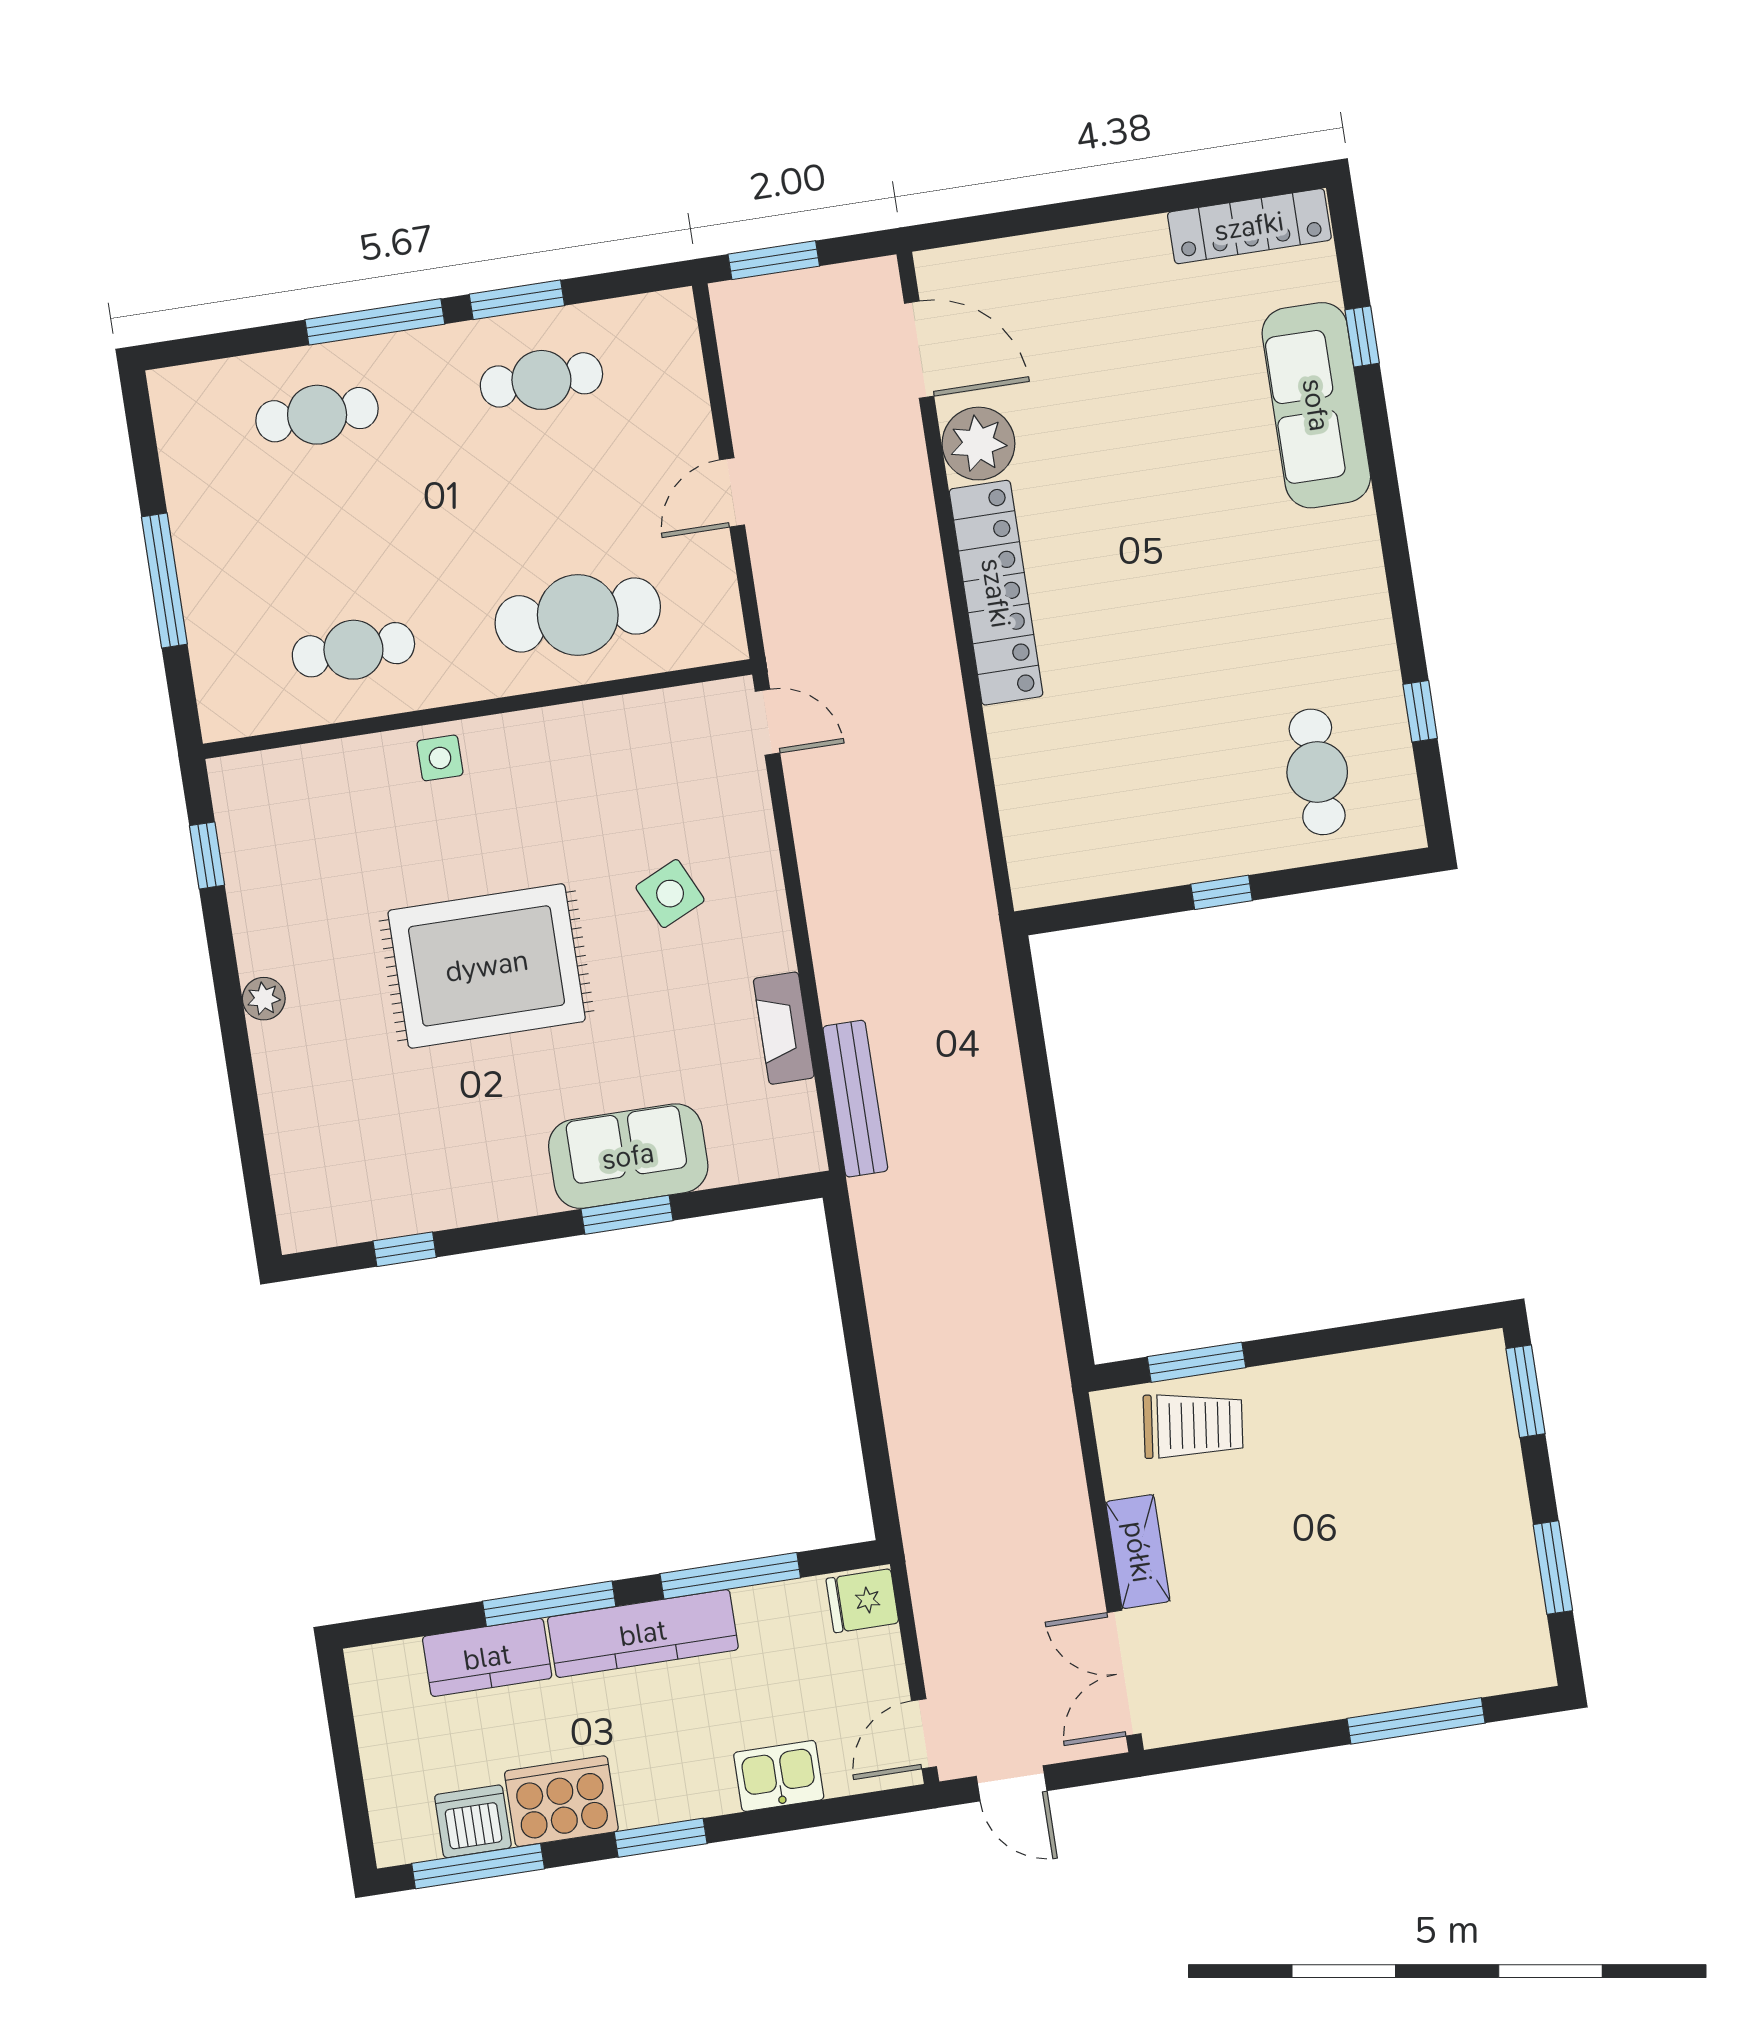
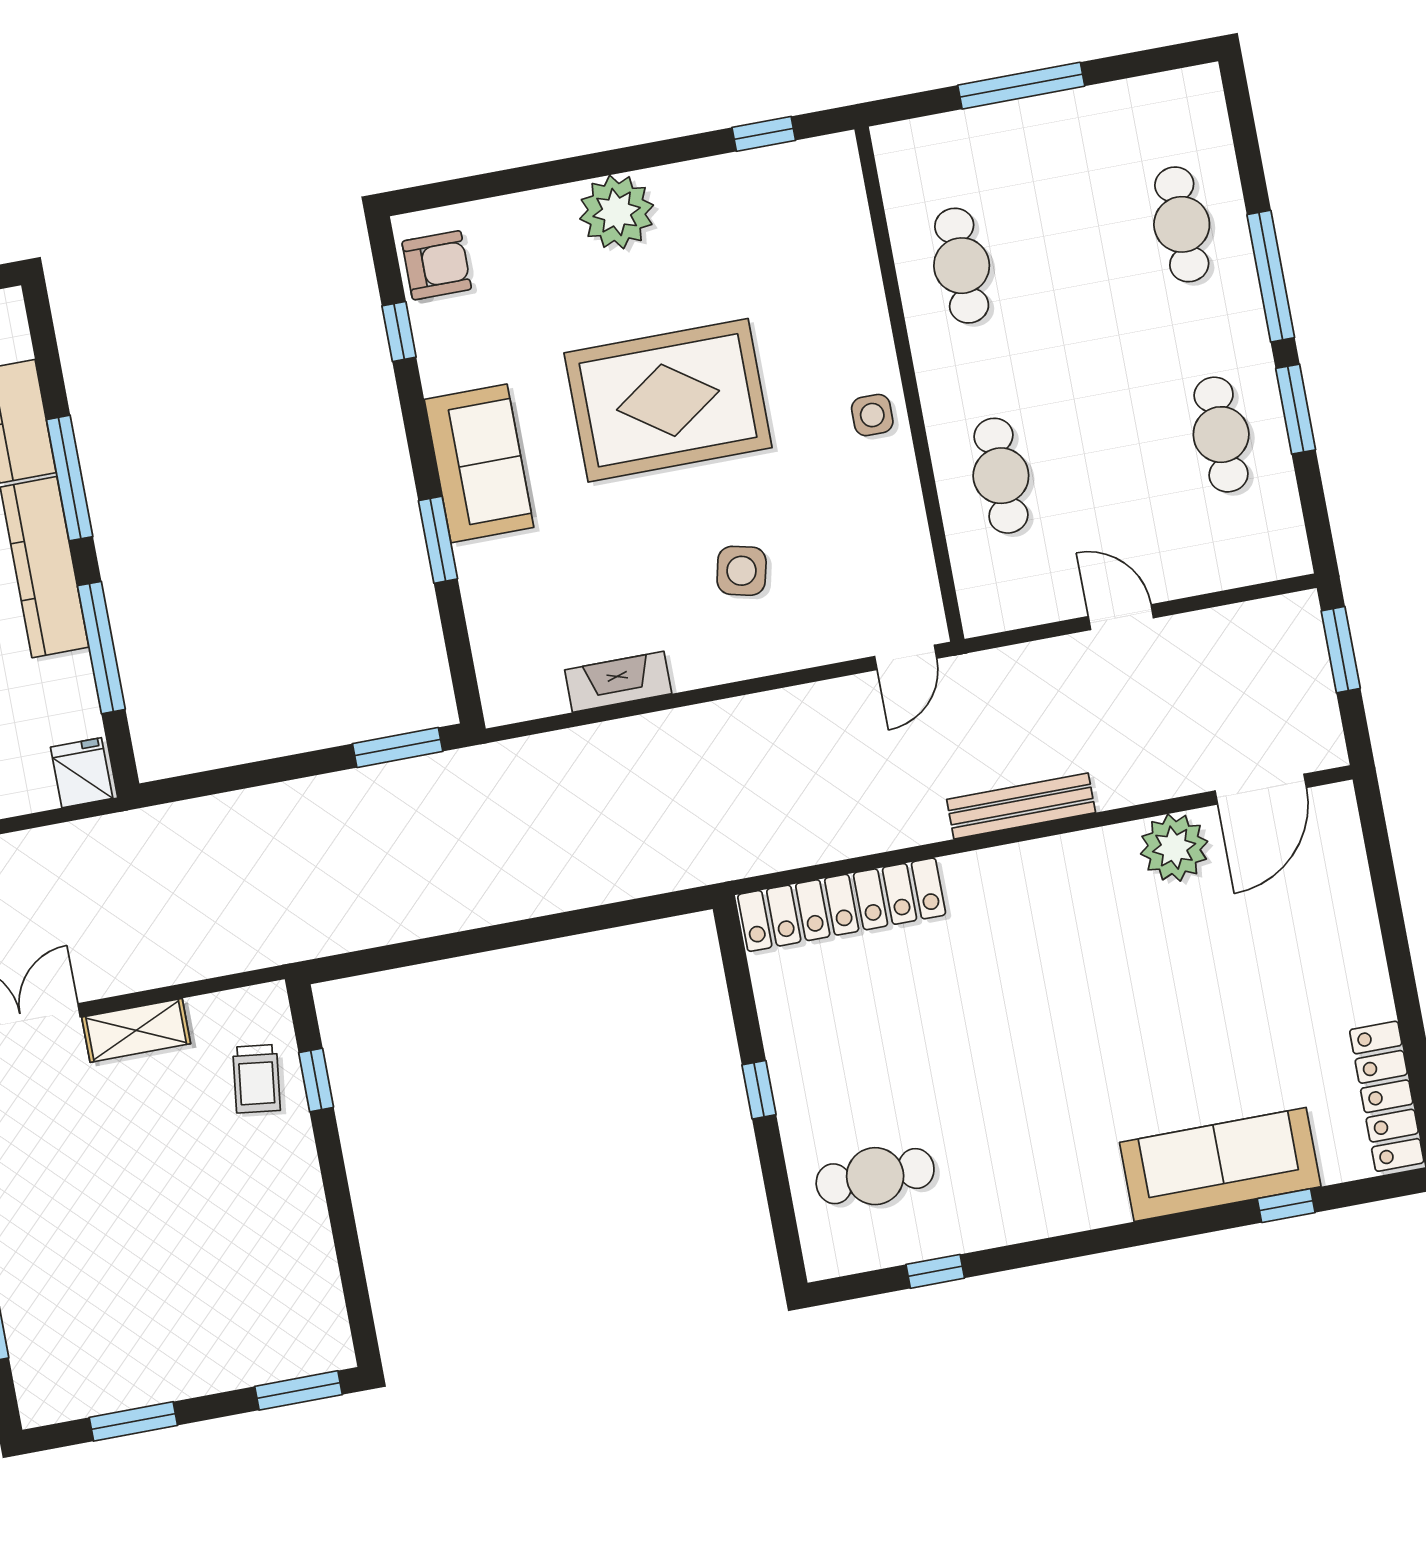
locker: (996, 593) -> (842, 905), moved
cafe table: (578, 615) -> (1001, 476), width x0.73, depth x0.74
side table: (440, 758) -> (872, 415), moved
side table: (670, 894) -> (742, 571), turned 38
rug: (487, 966) -> (668, 400), turned 90
plant: (264, 999) -> (617, 212), width x1.87, depth x1.87
bench: (855, 1099) -> (1021, 806), moved
sofa: (628, 1156) -> (479, 463), moved
armchair: (336, 1207) -> (437, 265), added
window: (846, 1265) -> (398, 747), added
window: (1196, 1362) -> (316, 1080), width x0.67
trolley: (1193, 1425) -> (257, 1079), width x0.73, depth x0.72

